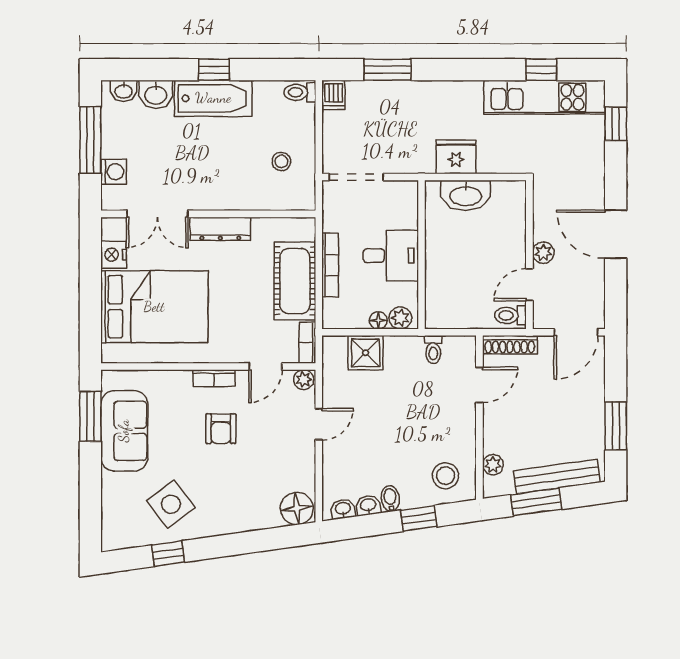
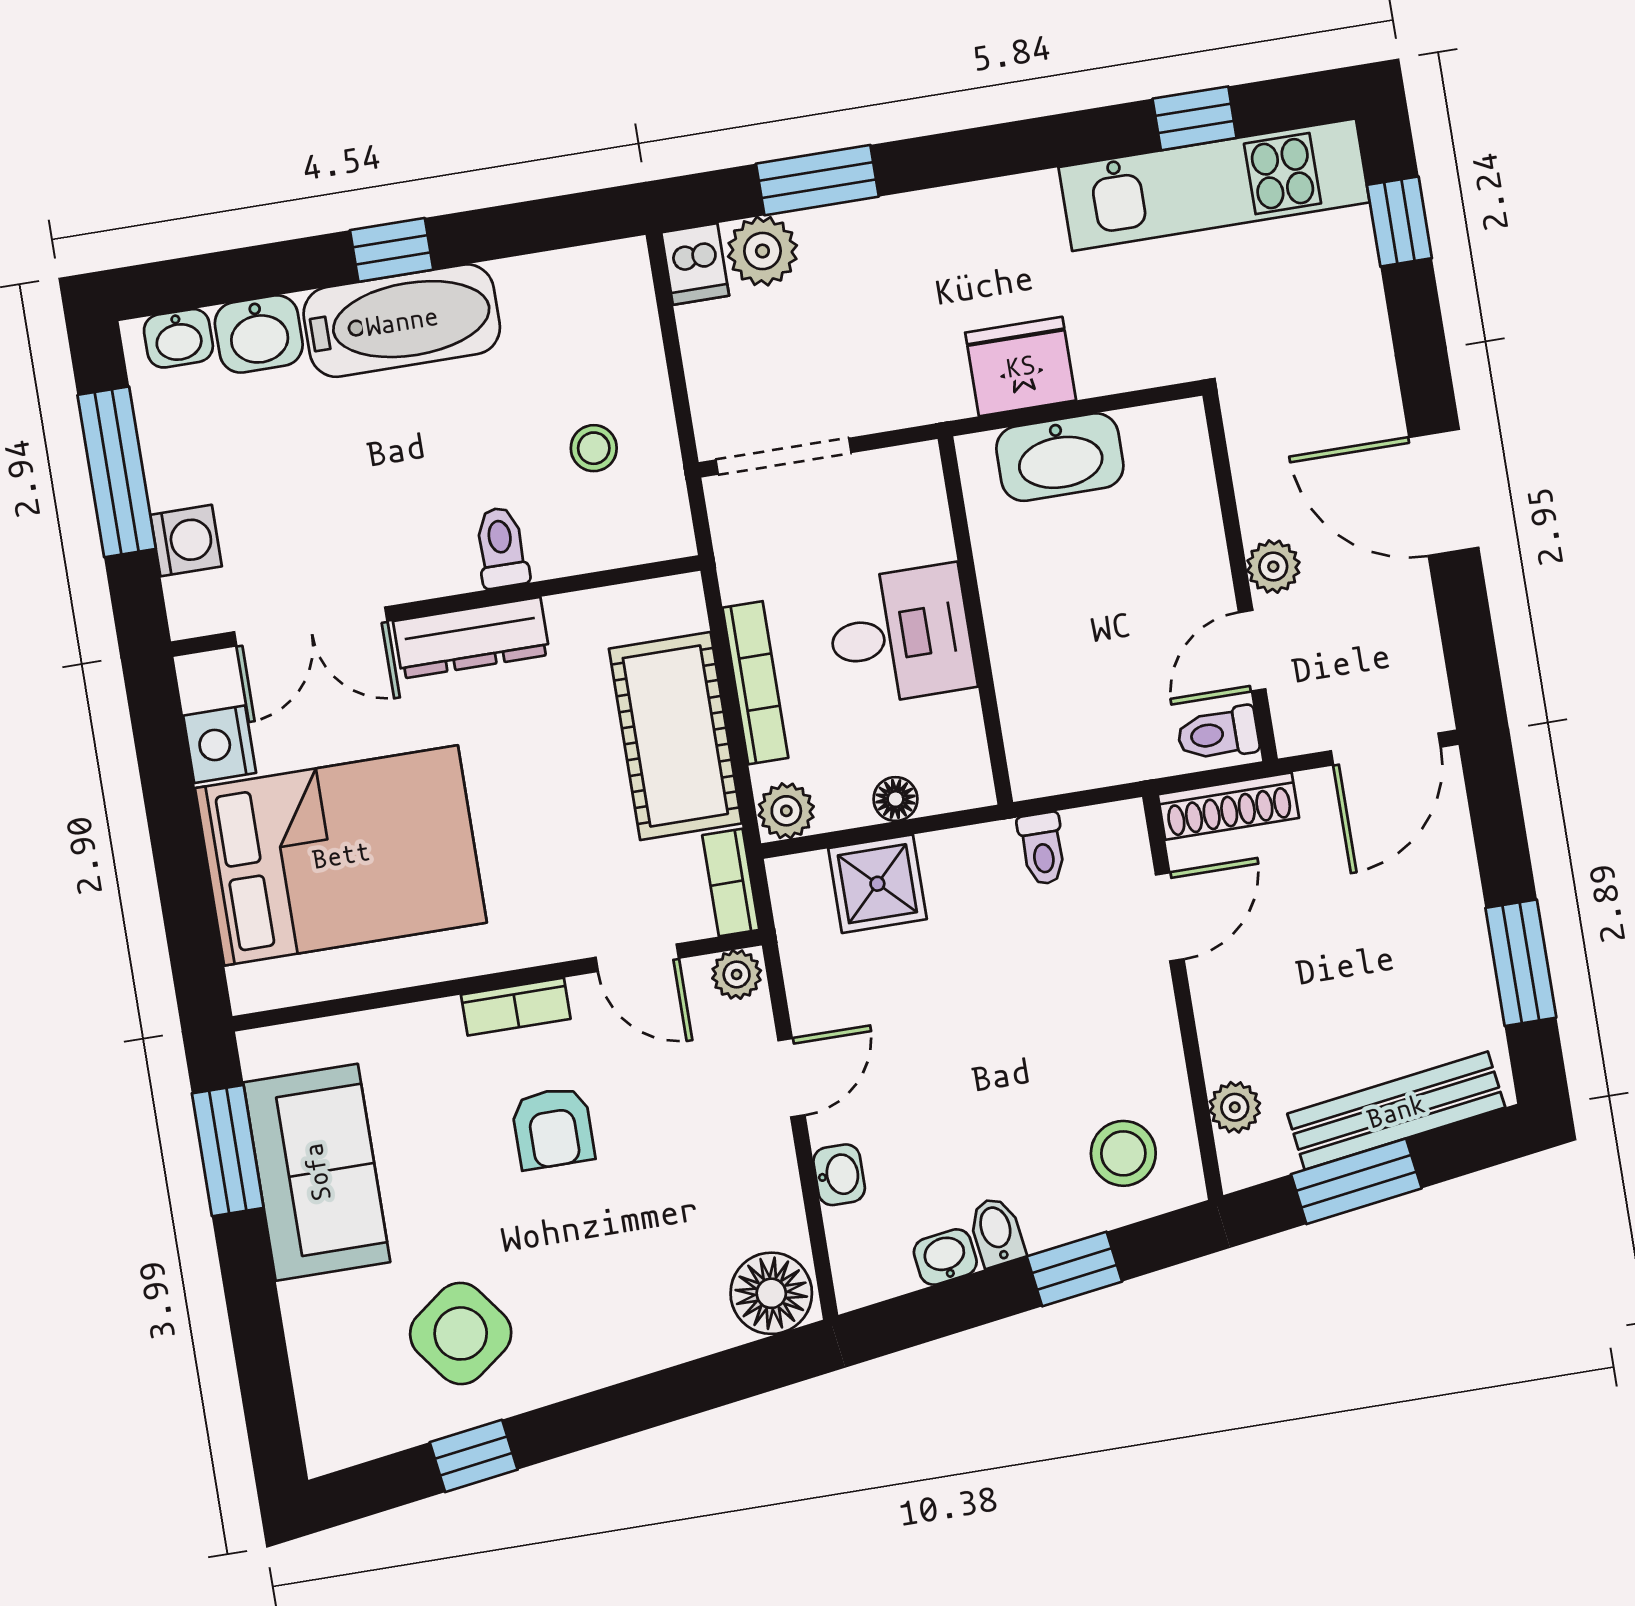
toilet: (300, 92) -> (501, 548), moved, turned 90
plant: (361, 94) -> (762, 251), added
plant: (400, 318) -> (786, 811), moved
door: (265, 367) -> (637, 958), hinge flipped
washbasin: (343, 509) -> (839, 1175), moved, turned 98

